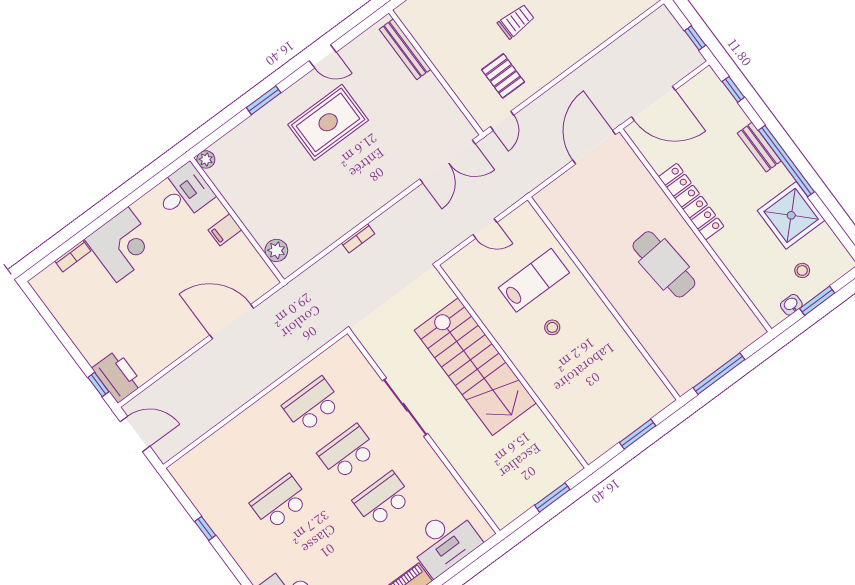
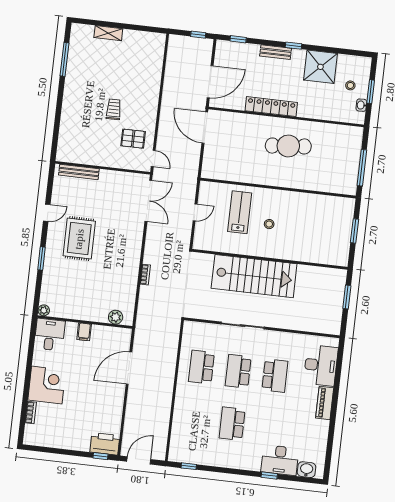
window: (786, 161) -> (294, 46), width x0.32
school desk: (382, 499) -> (275, 376), turned 180
window: (205, 528) -> (189, 466), moved

